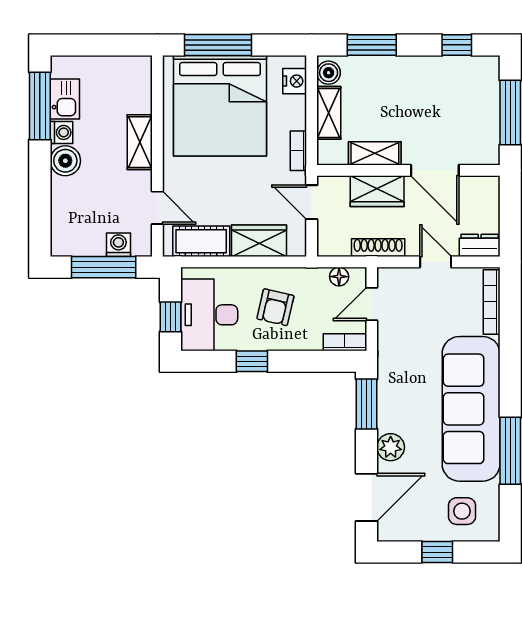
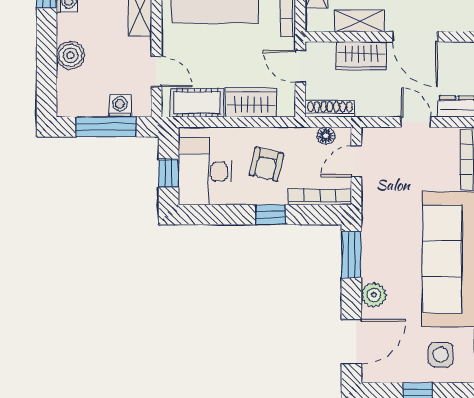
boiler: (65, 161) -> (70, 55), moved
shoe rack: (378, 248) -> (330, 109), moved
bookcase: (345, 342) -> (320, 197), width x1.56
window: (252, 361) -> (271, 215), moved

